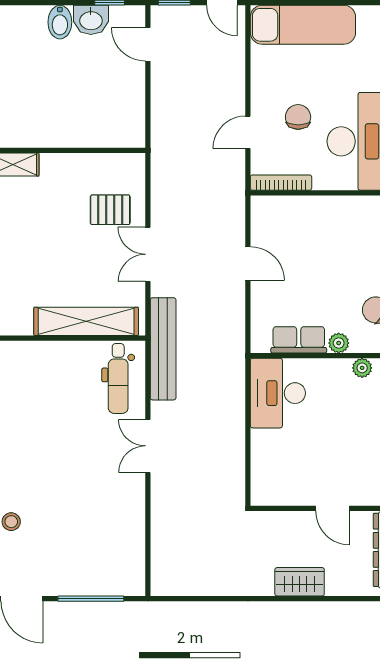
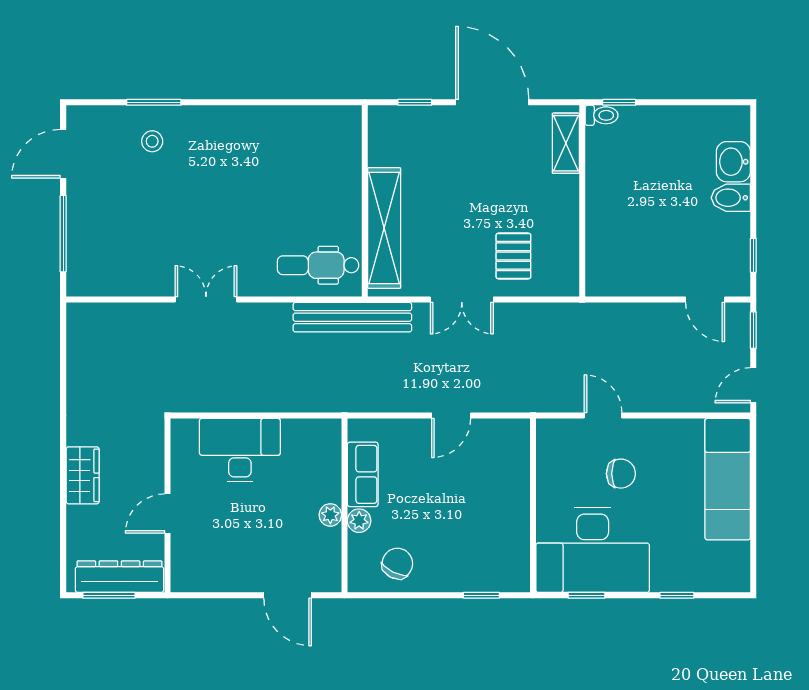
washbasin: (91, 20) -> (733, 162), moved
door: (148, 44) -> (705, 300), swing flipped
bookcase: (281, 183) -> (545, 454), removed
double door: (148, 254) -> (462, 300), swing flipped
plant: (362, 368) -> (330, 515), moved
desk: (278, 393) -> (240, 450), moved
double door: (148, 446) -> (206, 300), moved

